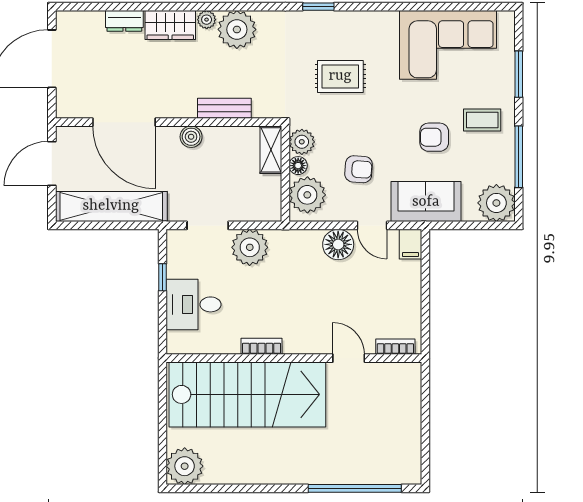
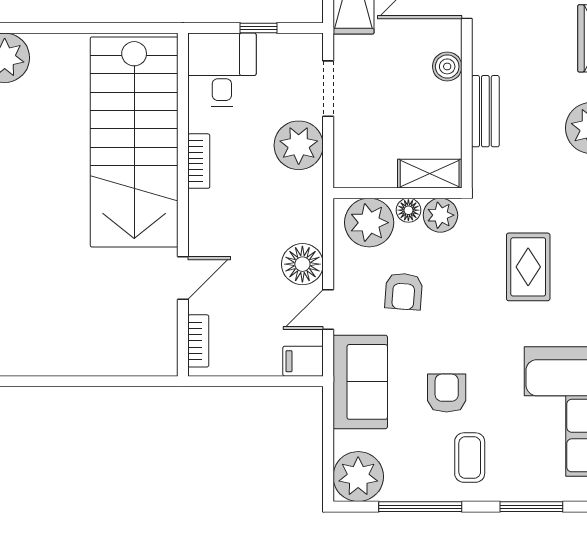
bookcase: (262, 346) -> (199, 161), moved
bookcase: (395, 347) -> (198, 341), moved
wall: (294, 358) -> (183, 205), moved
door: (349, 358) -> (183, 278), moved
stairs: (247, 394) -> (134, 142), moved

